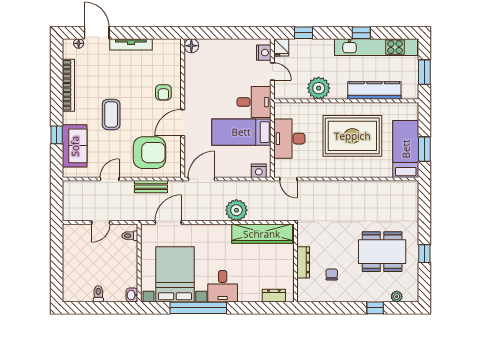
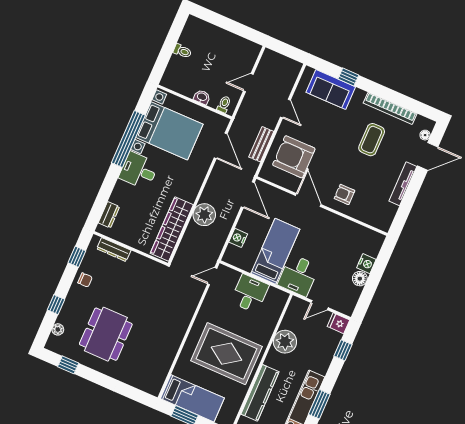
window: (361, 33) -> (319, 404), width x1.50
floor lamp: (191, 46) -> (360, 279), moved
nightstand: (264, 53) -> (366, 264), moved, turned -90
coffee table: (111, 114) -> (372, 140), moved, turned 90
rug: (352, 136) -> (226, 354), turned 90
desk: (289, 139) -> (250, 294), width x0.73
armchair: (149, 153) -> (294, 157), turned 90
nightstand: (259, 171) -> (238, 238), moved
door: (101, 222) -> (248, 83), hinge flipped
window: (424, 254) -> (68, 365), moved
dresser: (303, 262) -> (114, 250), moved
chair: (332, 274) -> (85, 280), moved
washbasin: (132, 295) -> (202, 97), moved
window: (324, 308) -> (77, 257), added

